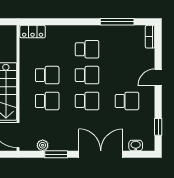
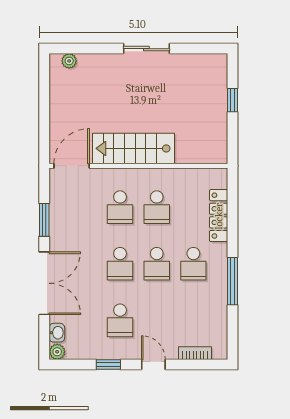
window: (117, 22) -> (232, 281), moved
locker: (33, 32) -> (219, 216), moved, width x1.53
bookcase: (150, 37) -> (195, 353), moved
window: (158, 127) -> (108, 365), moved
plant: (43, 145) -> (57, 352), moved

